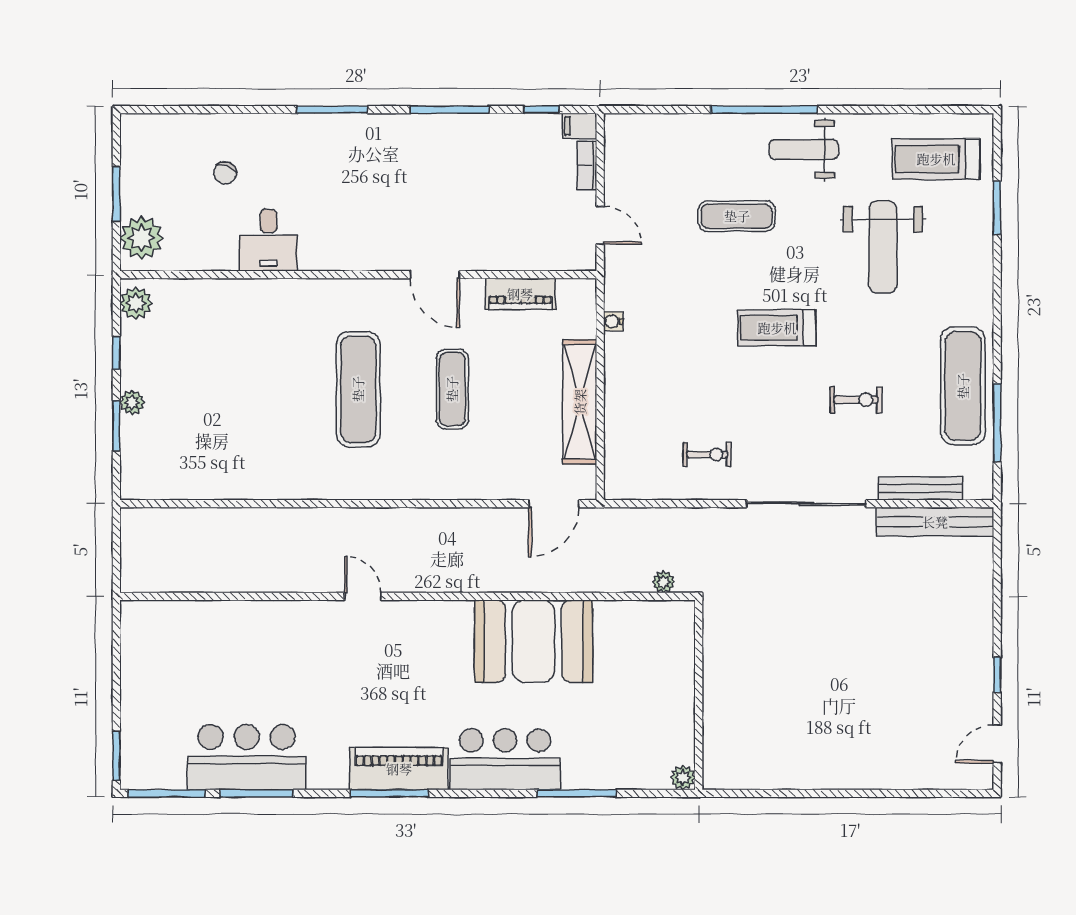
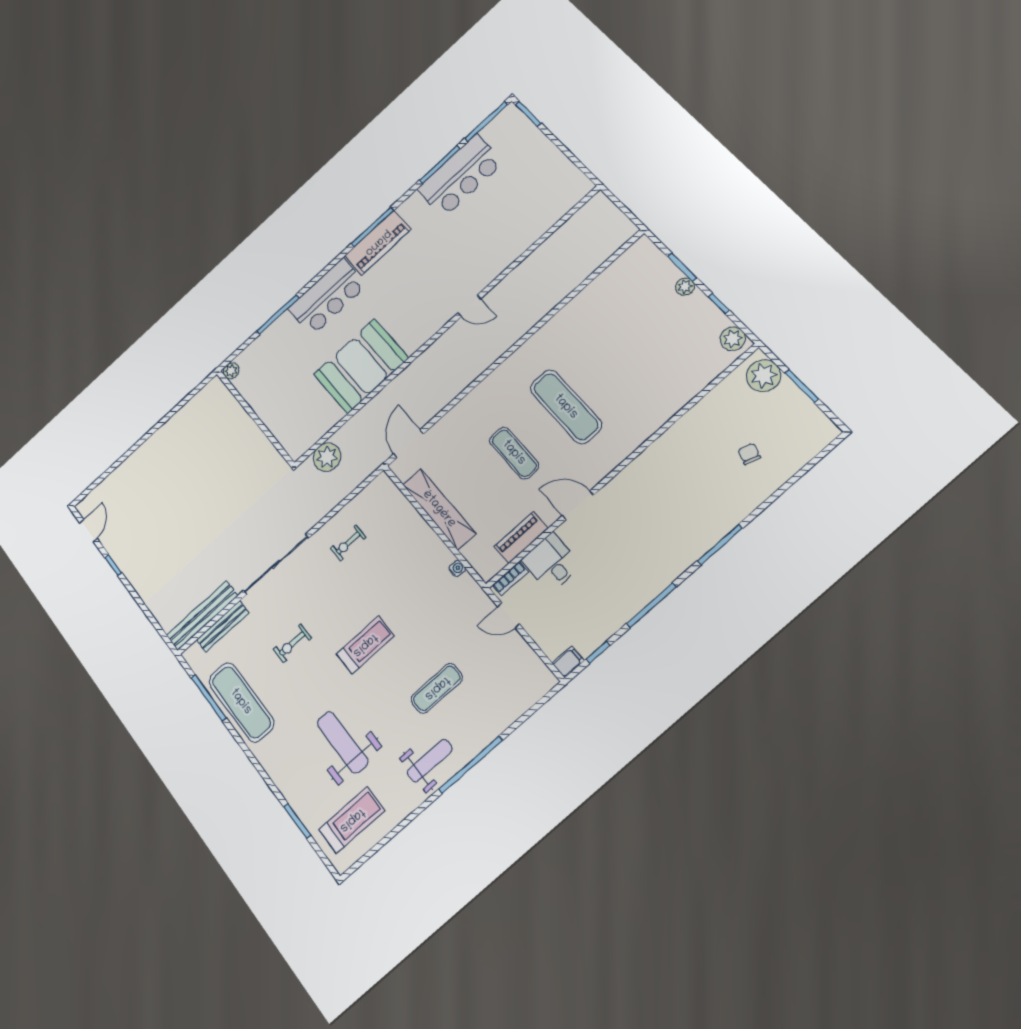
bookcase: (587, 165) -> (510, 579), moved, turned 90
desk: (268, 240) -> (551, 563), moved
plant: (664, 582) -> (327, 457), width x1.88, depth x1.88

